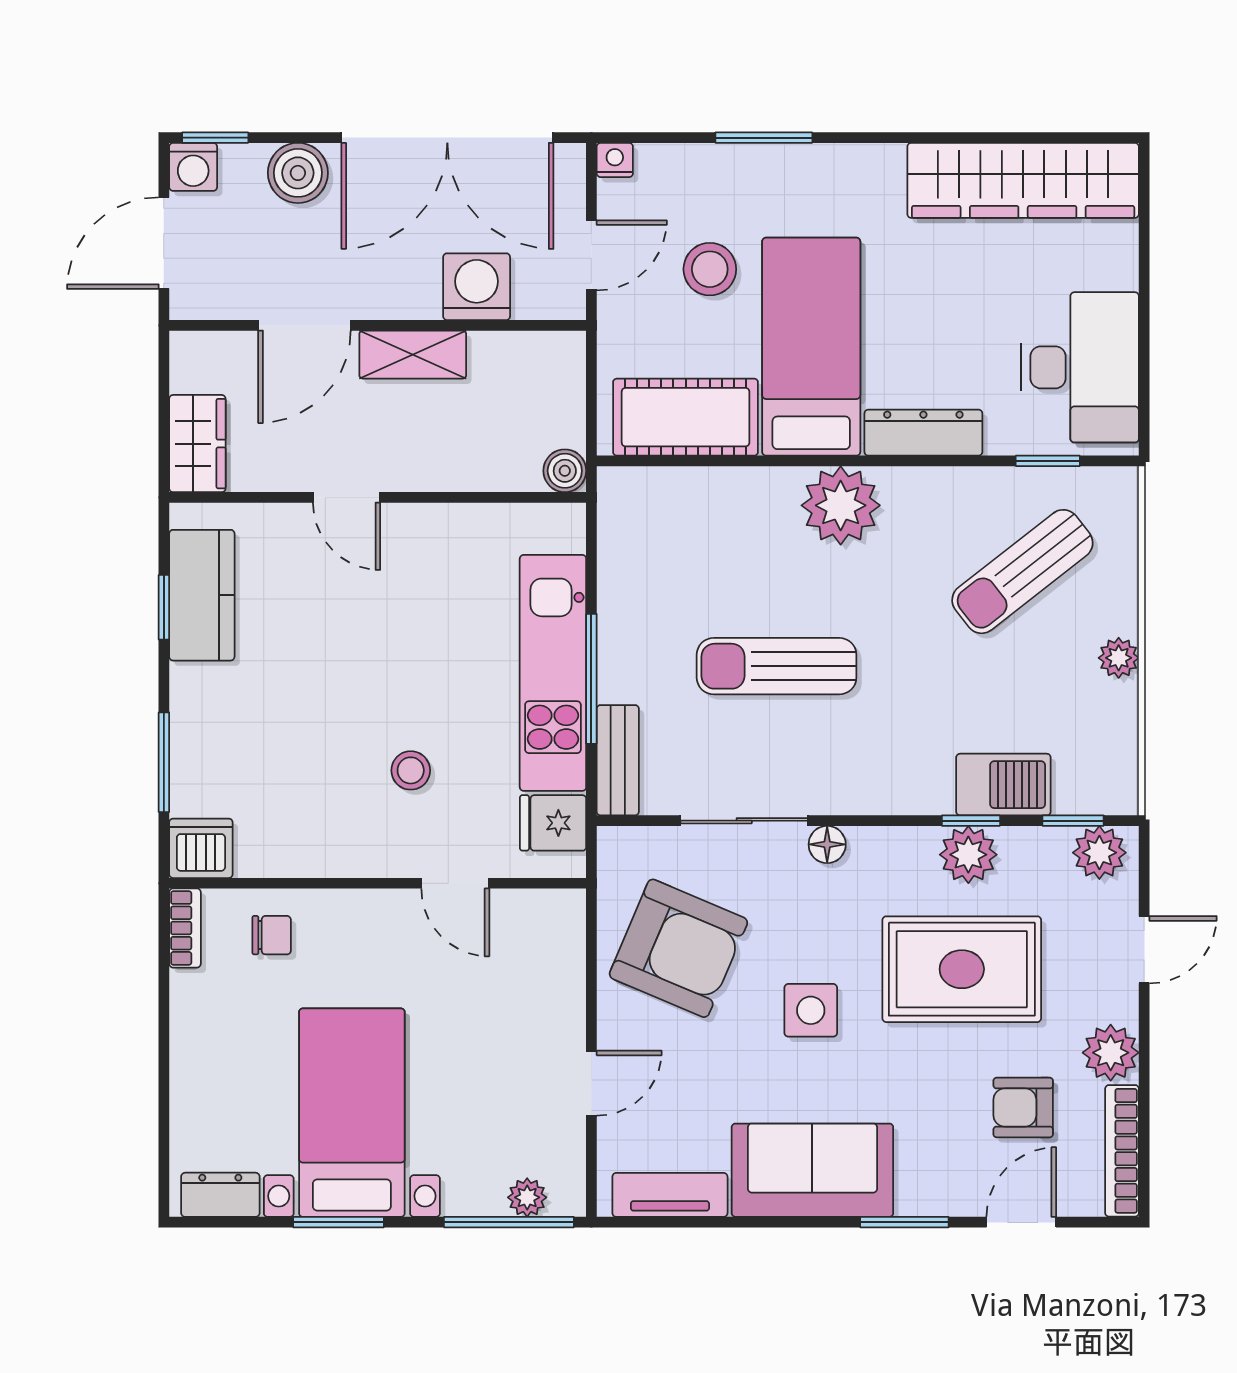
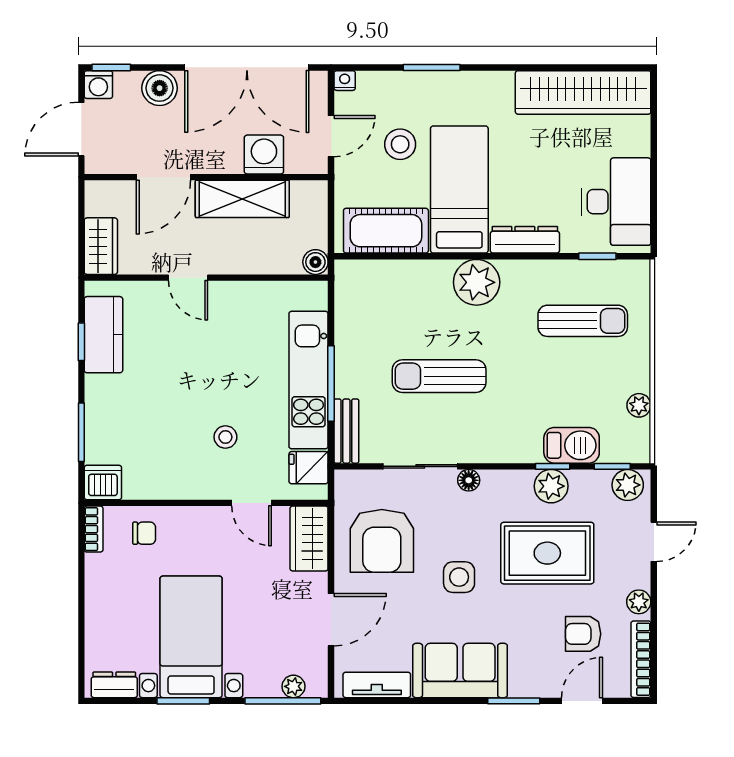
shelving: (413, 355) -> (242, 199), width x1.50, depth x1.33
sun lounger: (1022, 572) -> (583, 321), turned -142
plant: (1119, 658) -> (639, 405), moved
wardrobe: (554, 944) -> (309, 539), added
armchair: (678, 948) -> (382, 541), turned 67
plant: (1111, 1053) -> (639, 602), width x0.73, depth x0.73
door: (591, 1083) -> (331, 620), width x1.38

